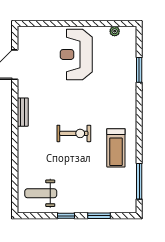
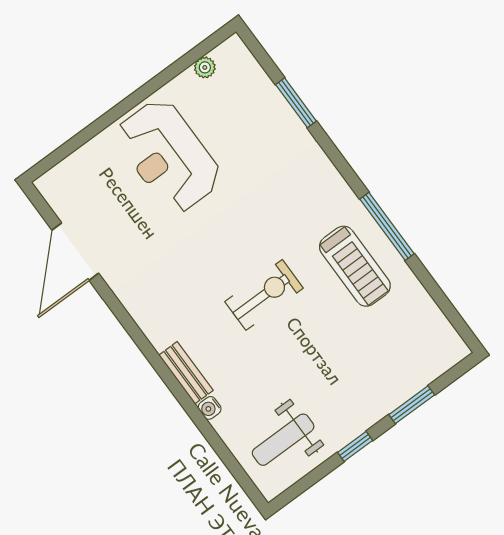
bench: (23, 112) -> (186, 373), moved
water cooler: (22, 161) -> (210, 408), added
window: (139, 181) -> (387, 226), moved

